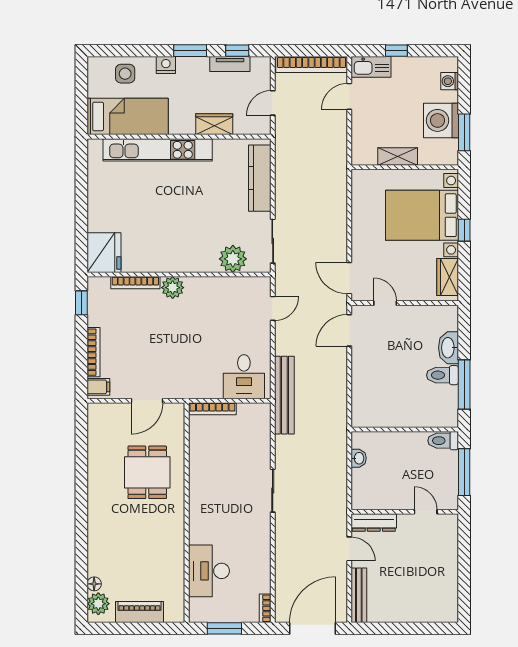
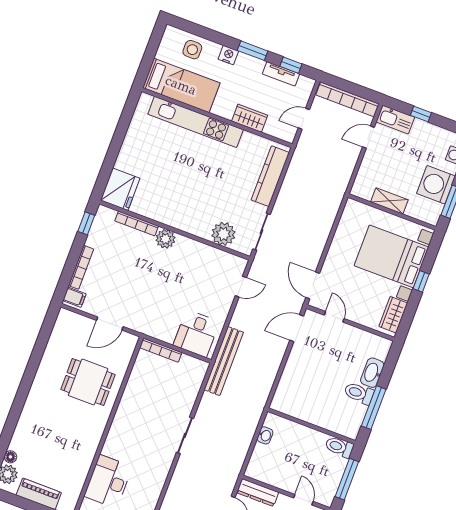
dining table: (147, 472) -> (88, 382), turned 90

